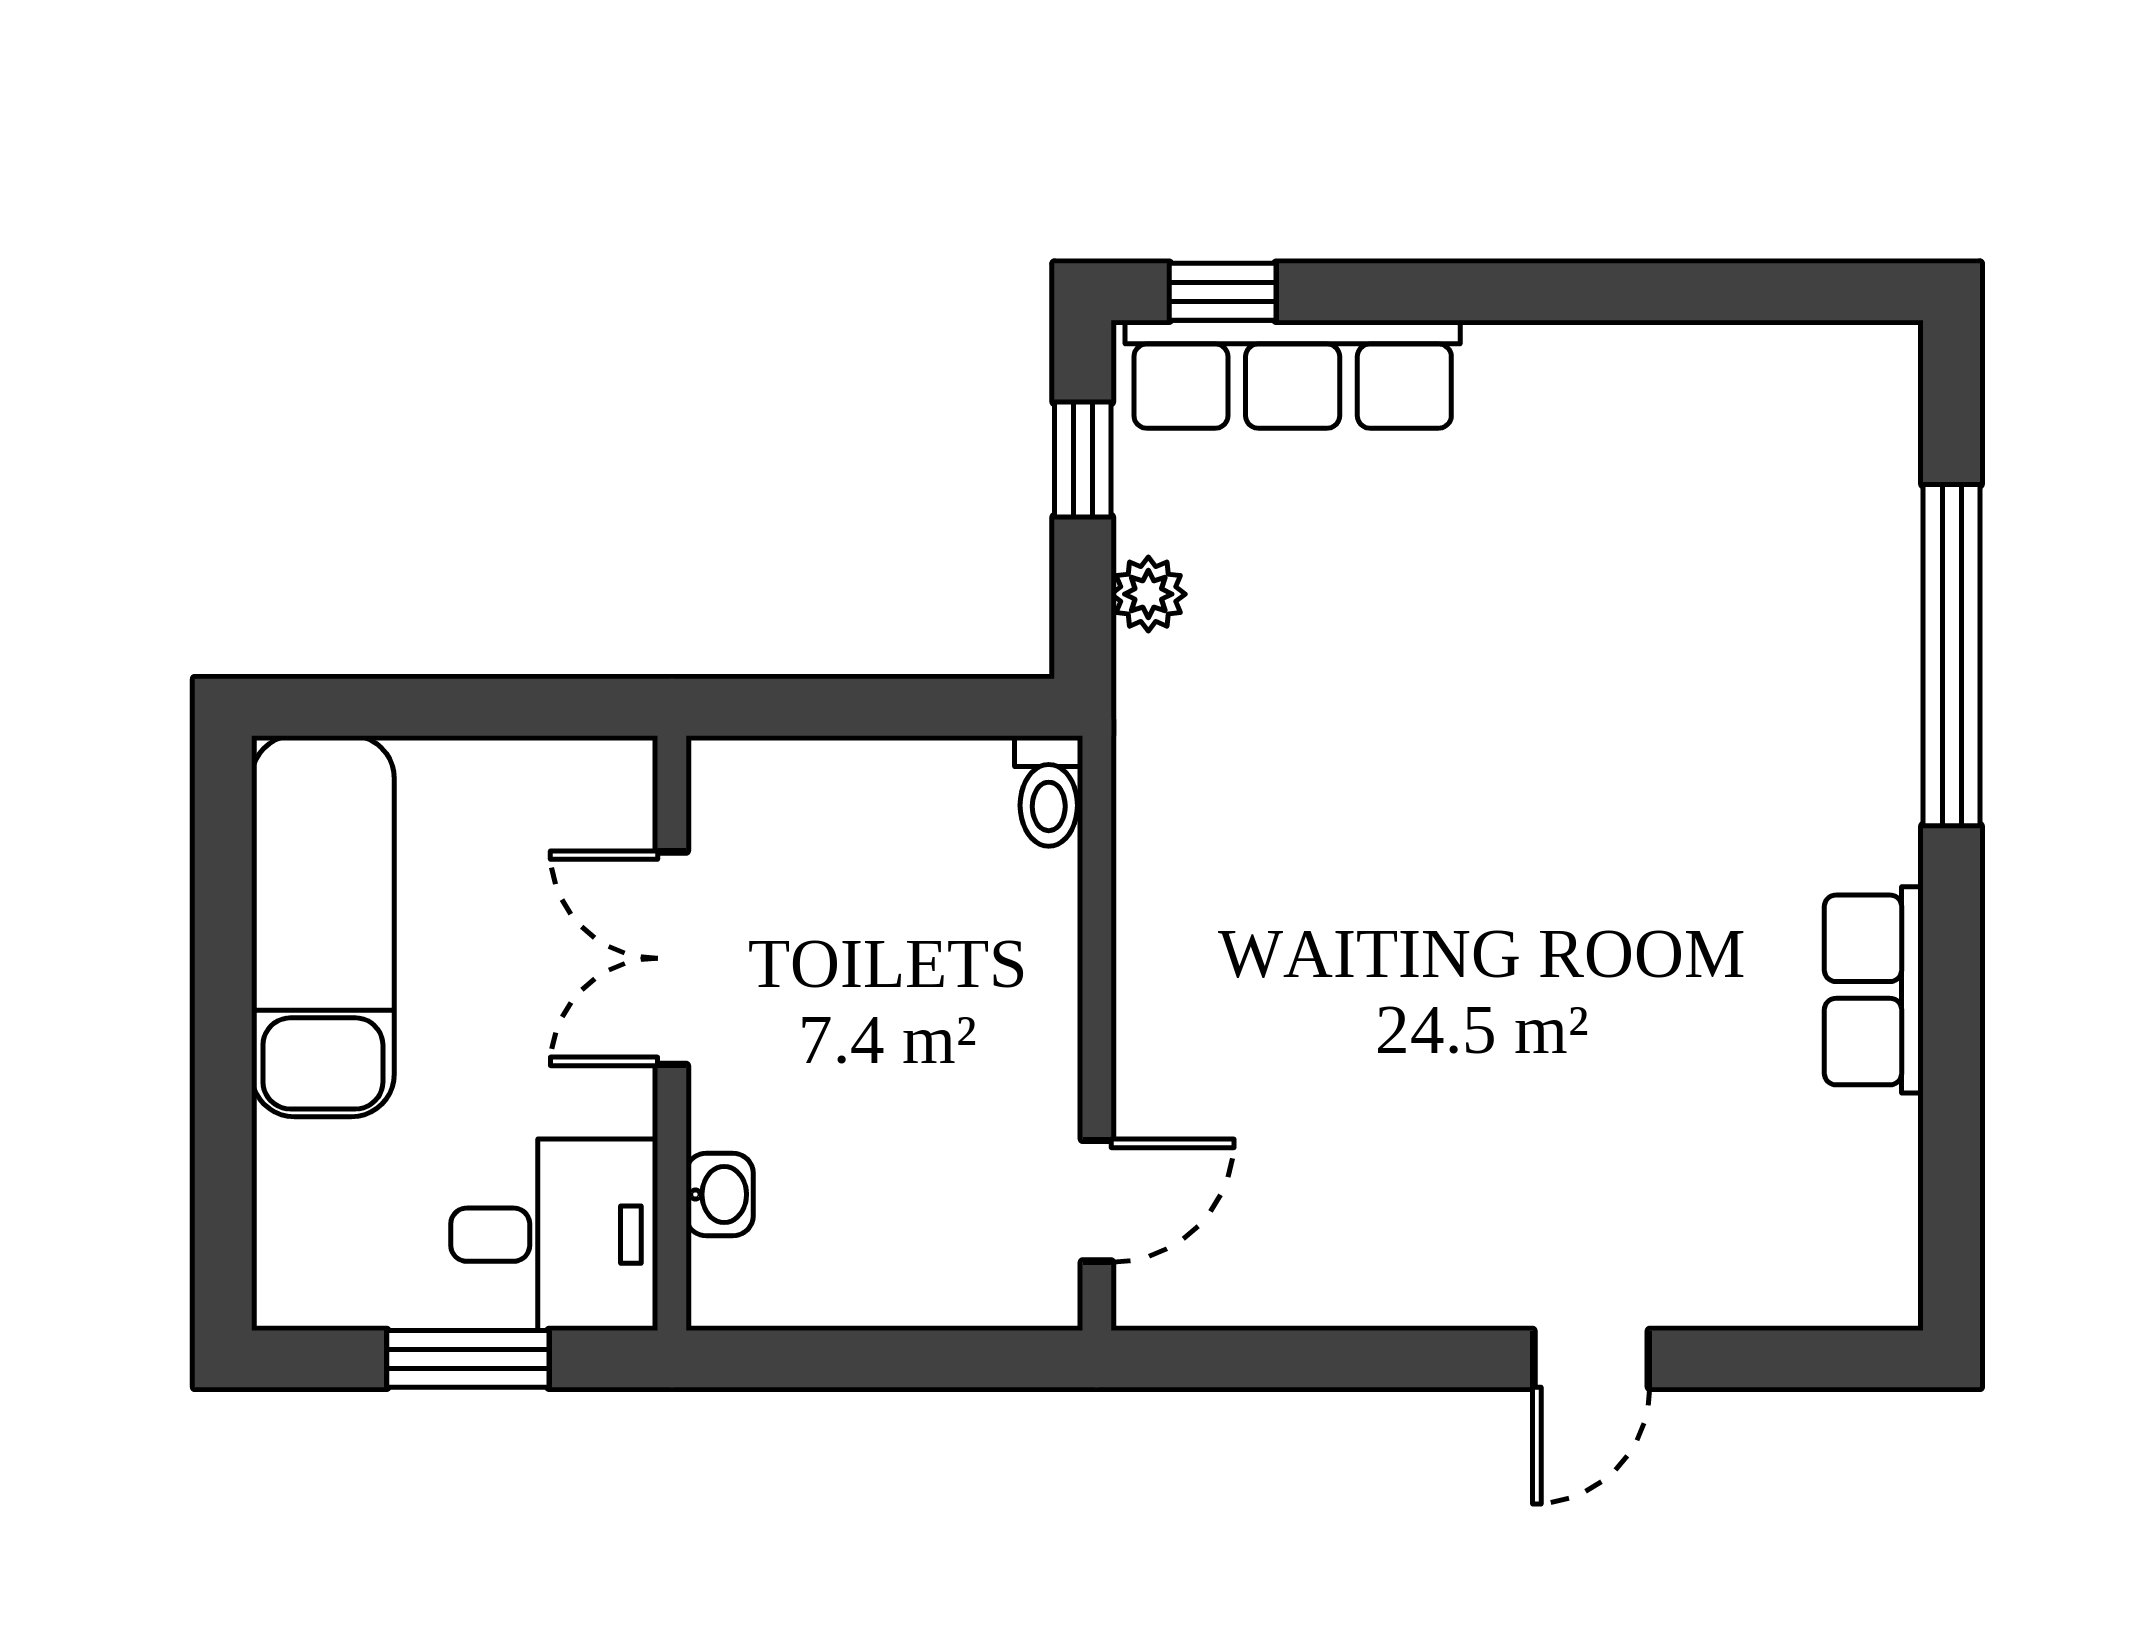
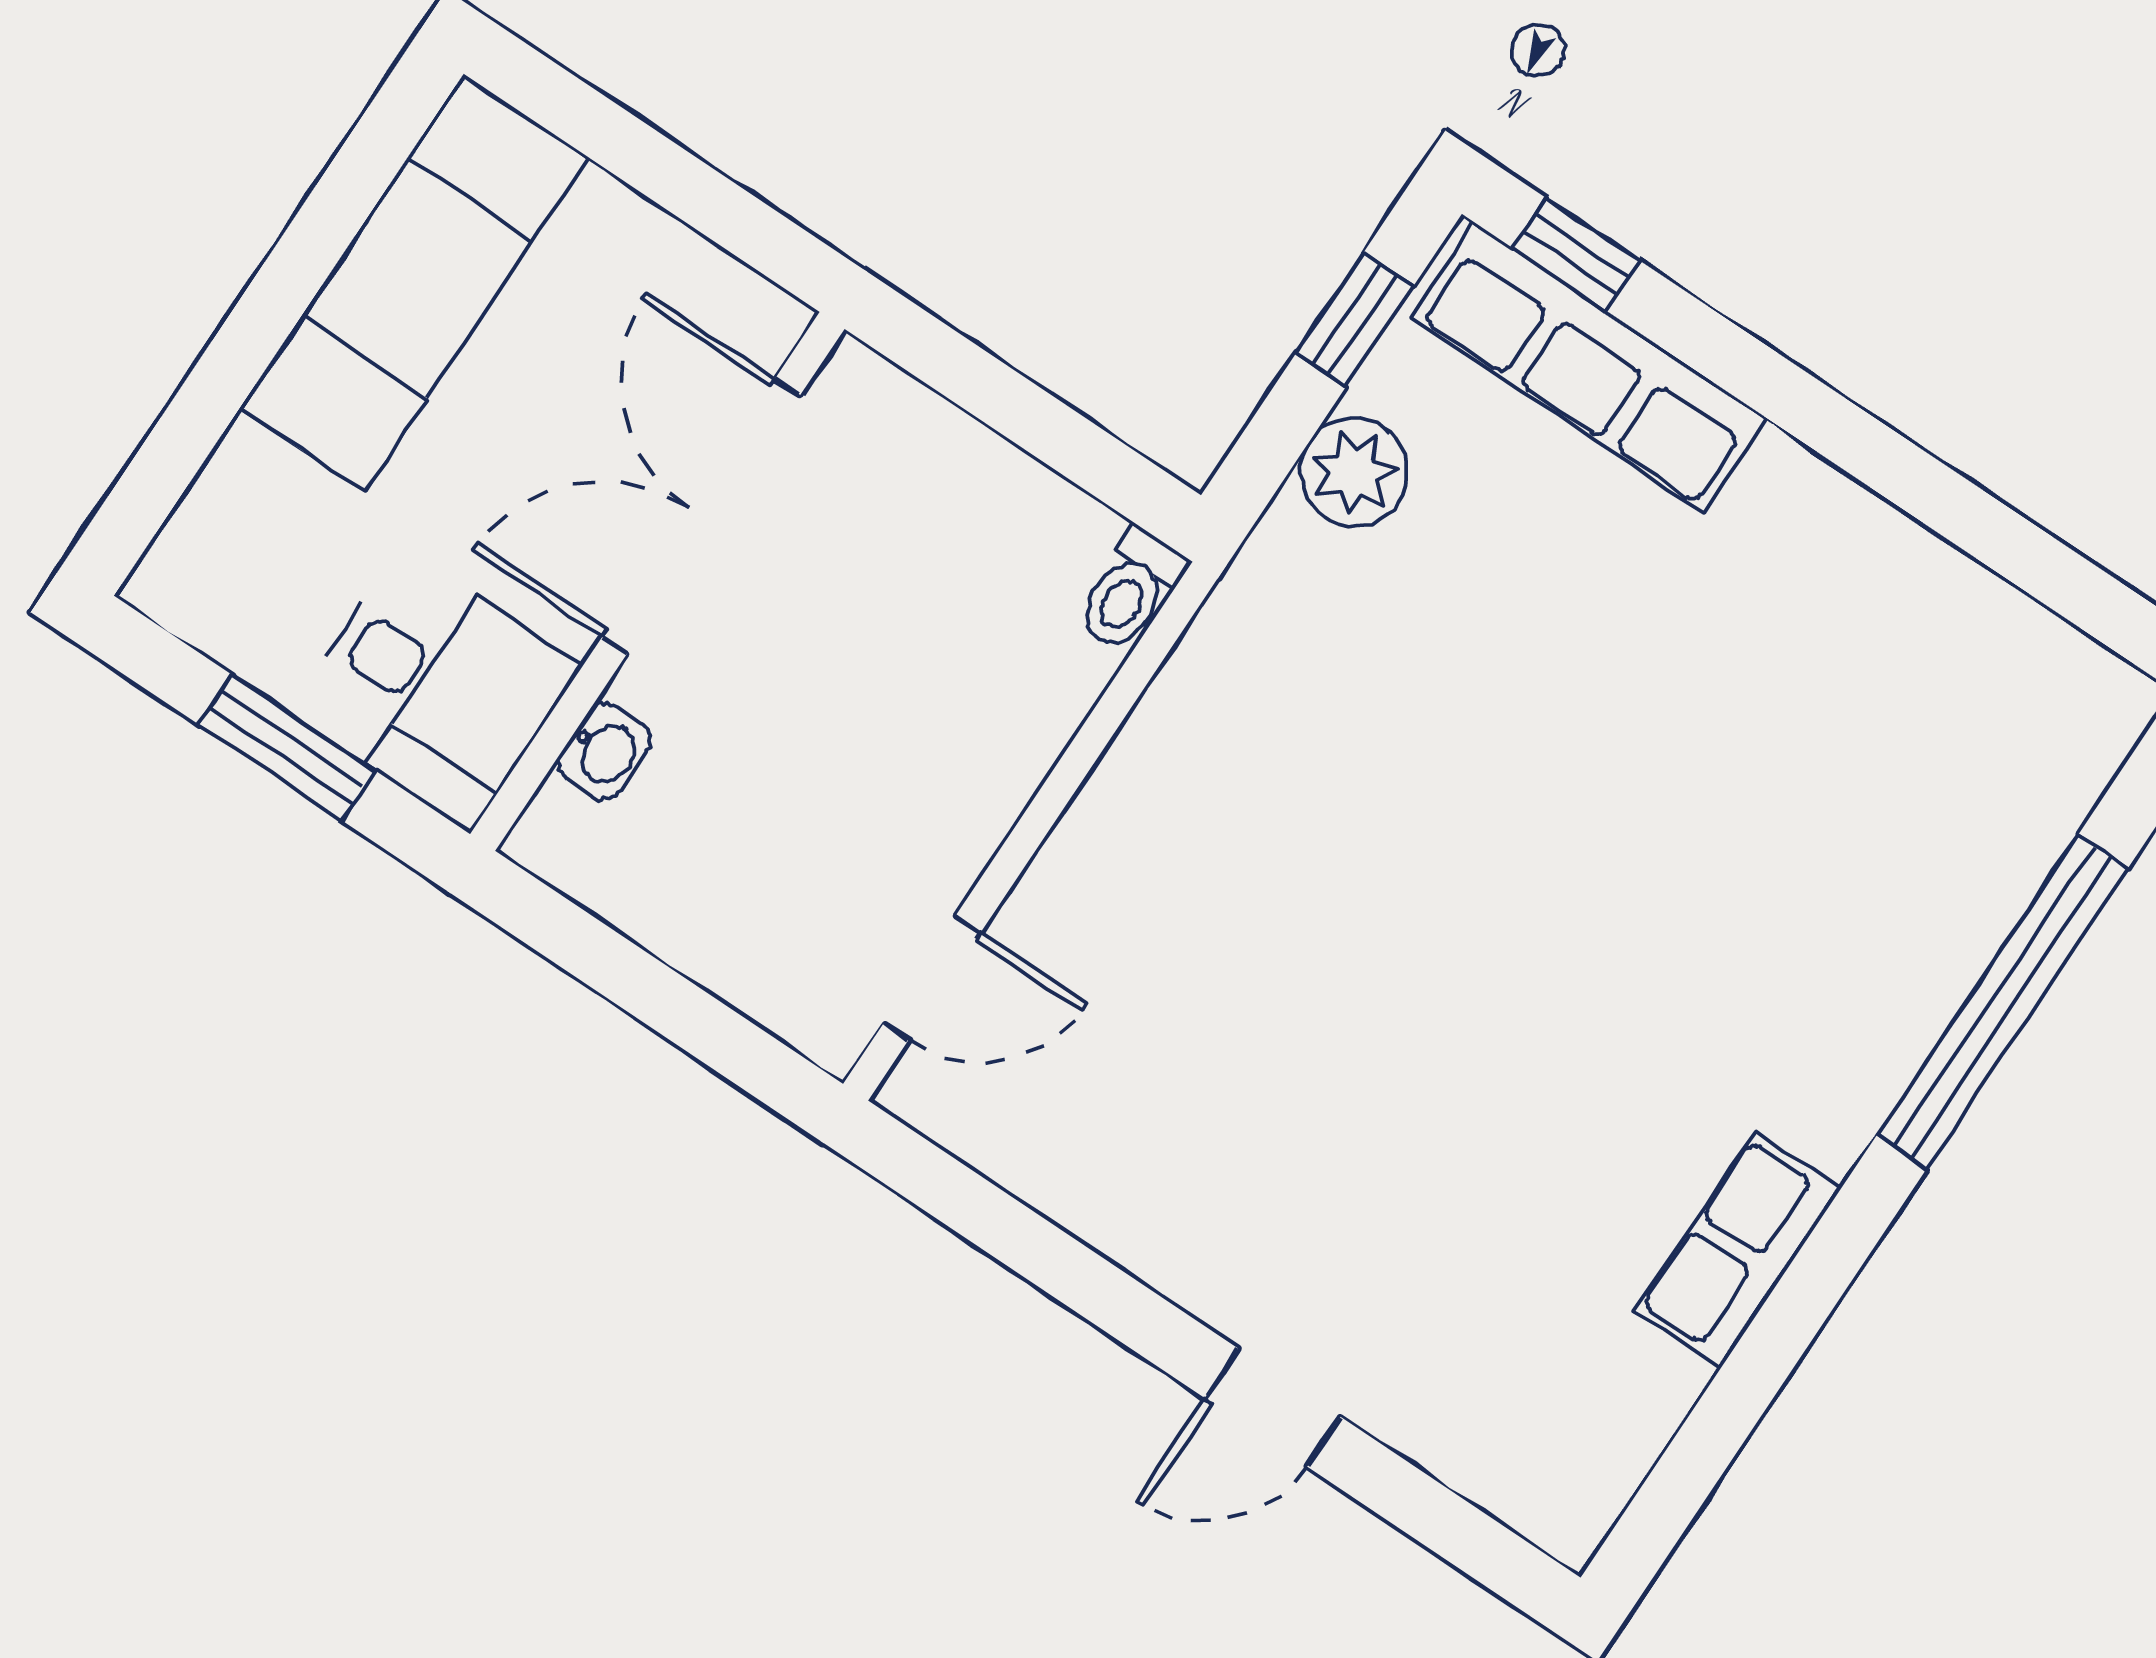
plant: (1148, 594) -> (1354, 472), width x1.38, depth x1.38
double door: (672, 958) -> (701, 516), width x1.37

